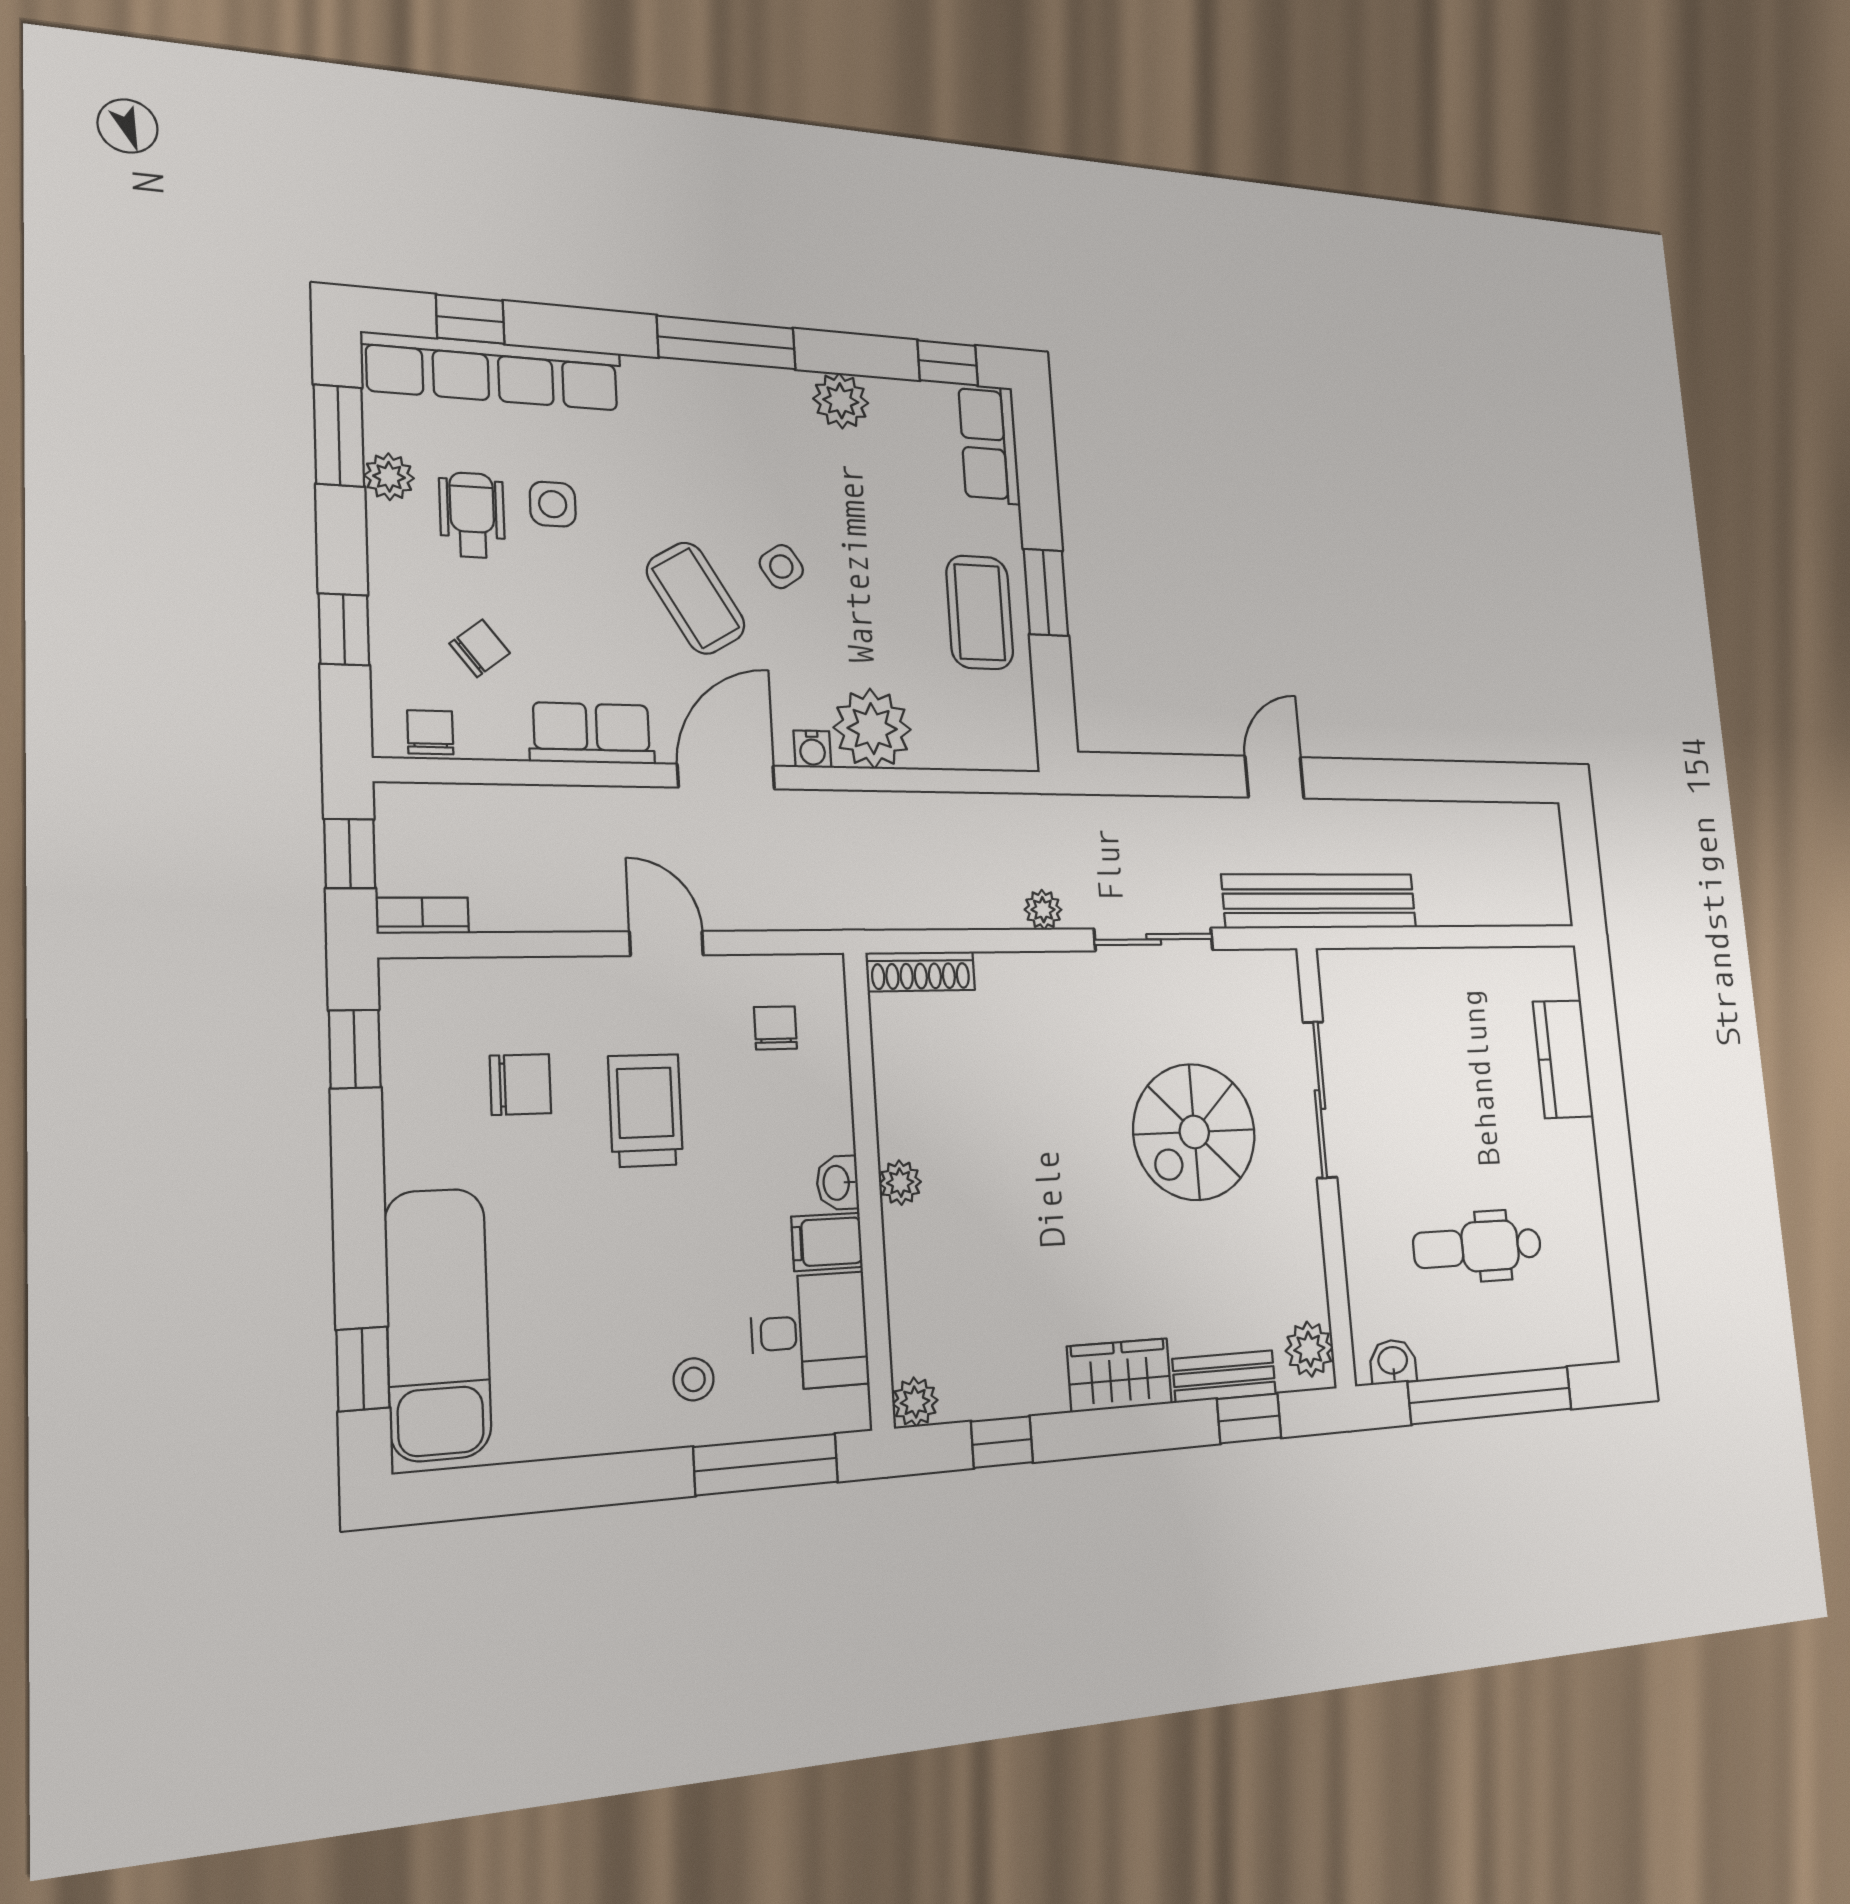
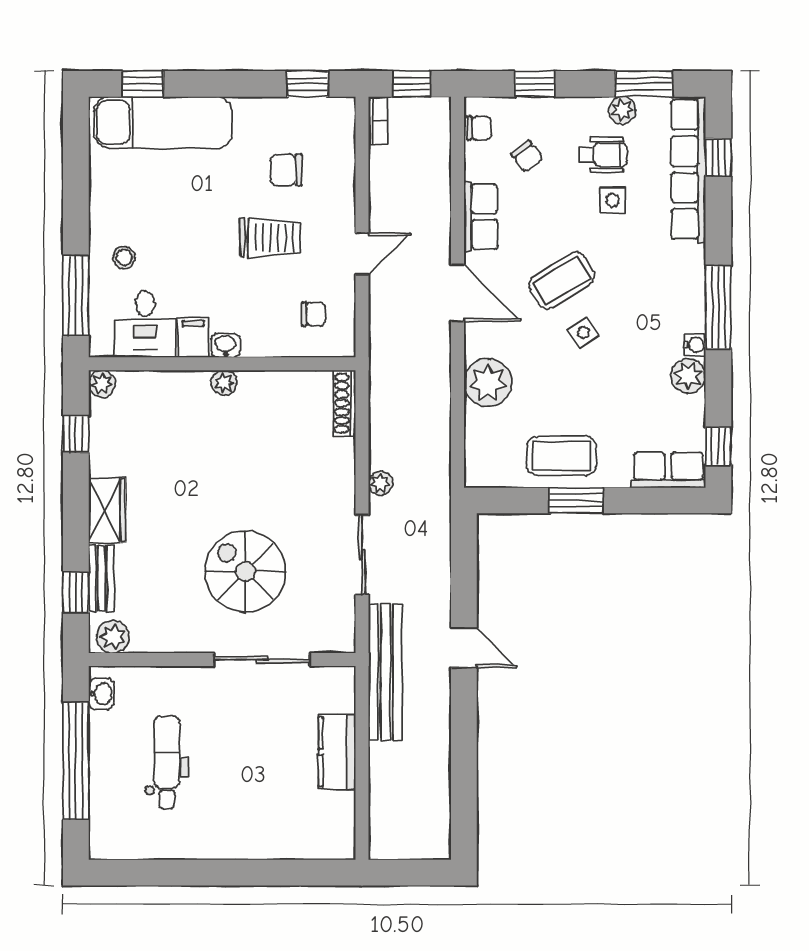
water cooler: (812, 749) -> (695, 345), moved, turned 180
kitchen counter: (1563, 1059) -> (337, 752), moved, turned -90
chair: (520, 1084) -> (286, 170), turned 90

